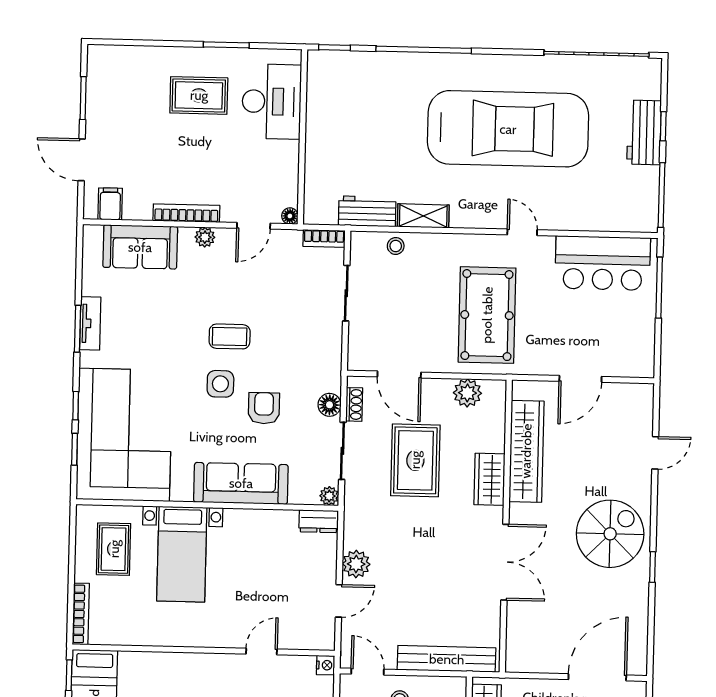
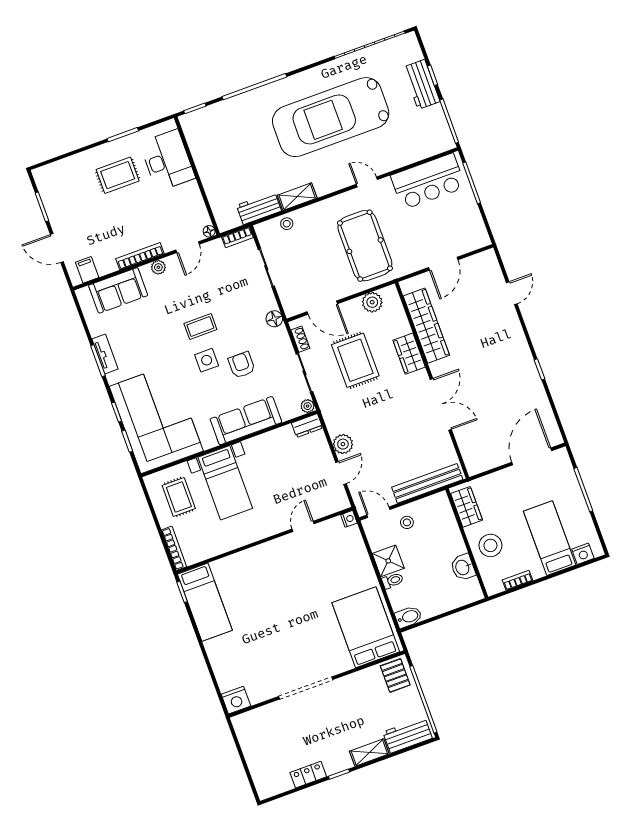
car: (508, 129) -> (331, 117), turned 180
floor lamp: (330, 405) -> (274, 319), moved
spiral stairs: (610, 534) -> (503, 358), removed

